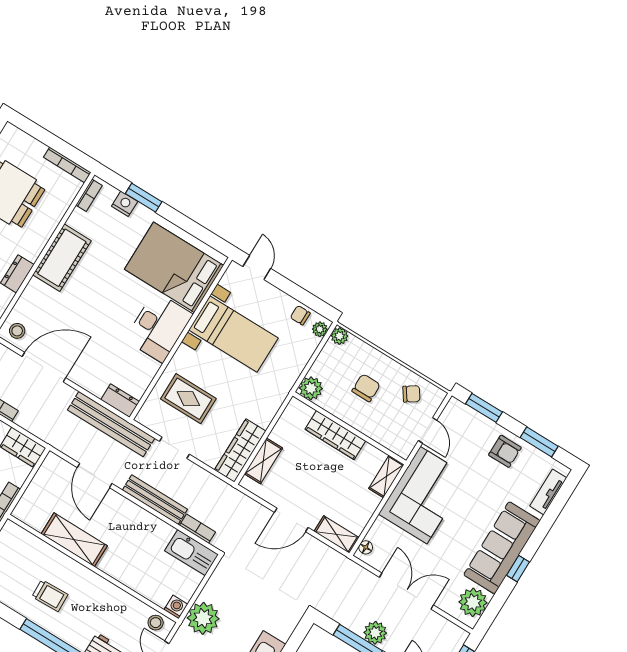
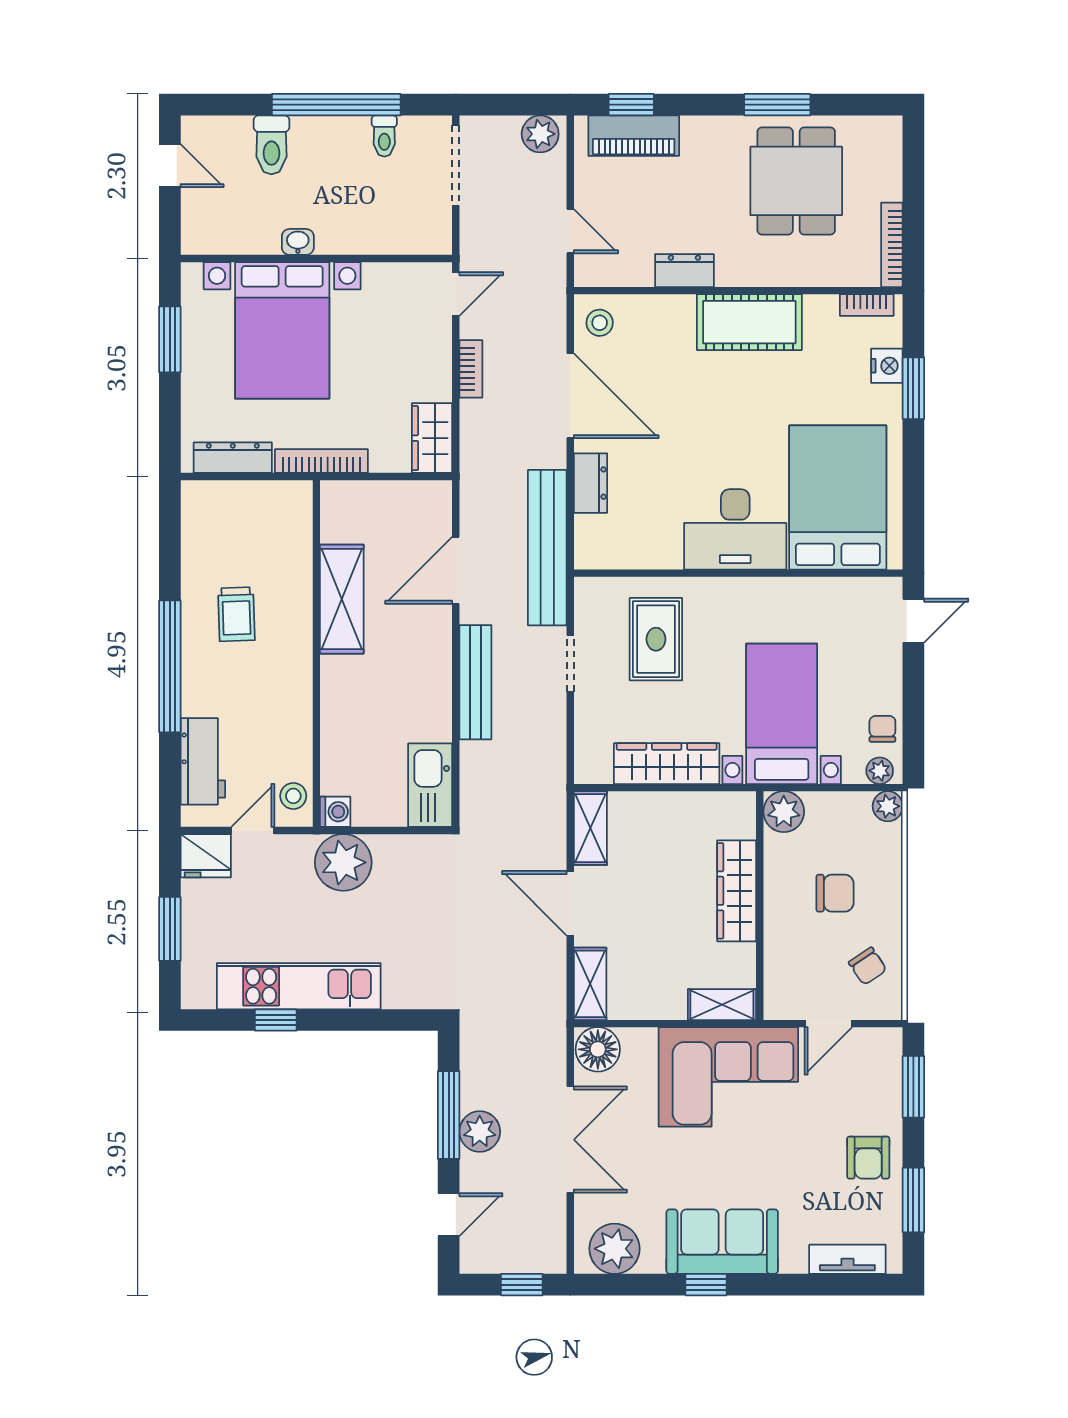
bed with nightstands: (233, 334) -> (782, 714), moved, turned 180
dresser: (120, 401) -> (591, 483), moved
wardrobe: (240, 450) -> (667, 764), moved
shelving: (263, 461) -> (590, 828), moved, turned 90
bookcase: (198, 529) -> (471, 772), removed
floor lamp: (366, 547) -> (598, 1049), width x1.89, depth x1.89
sofa: (502, 548) -> (722, 1242), width x0.73

